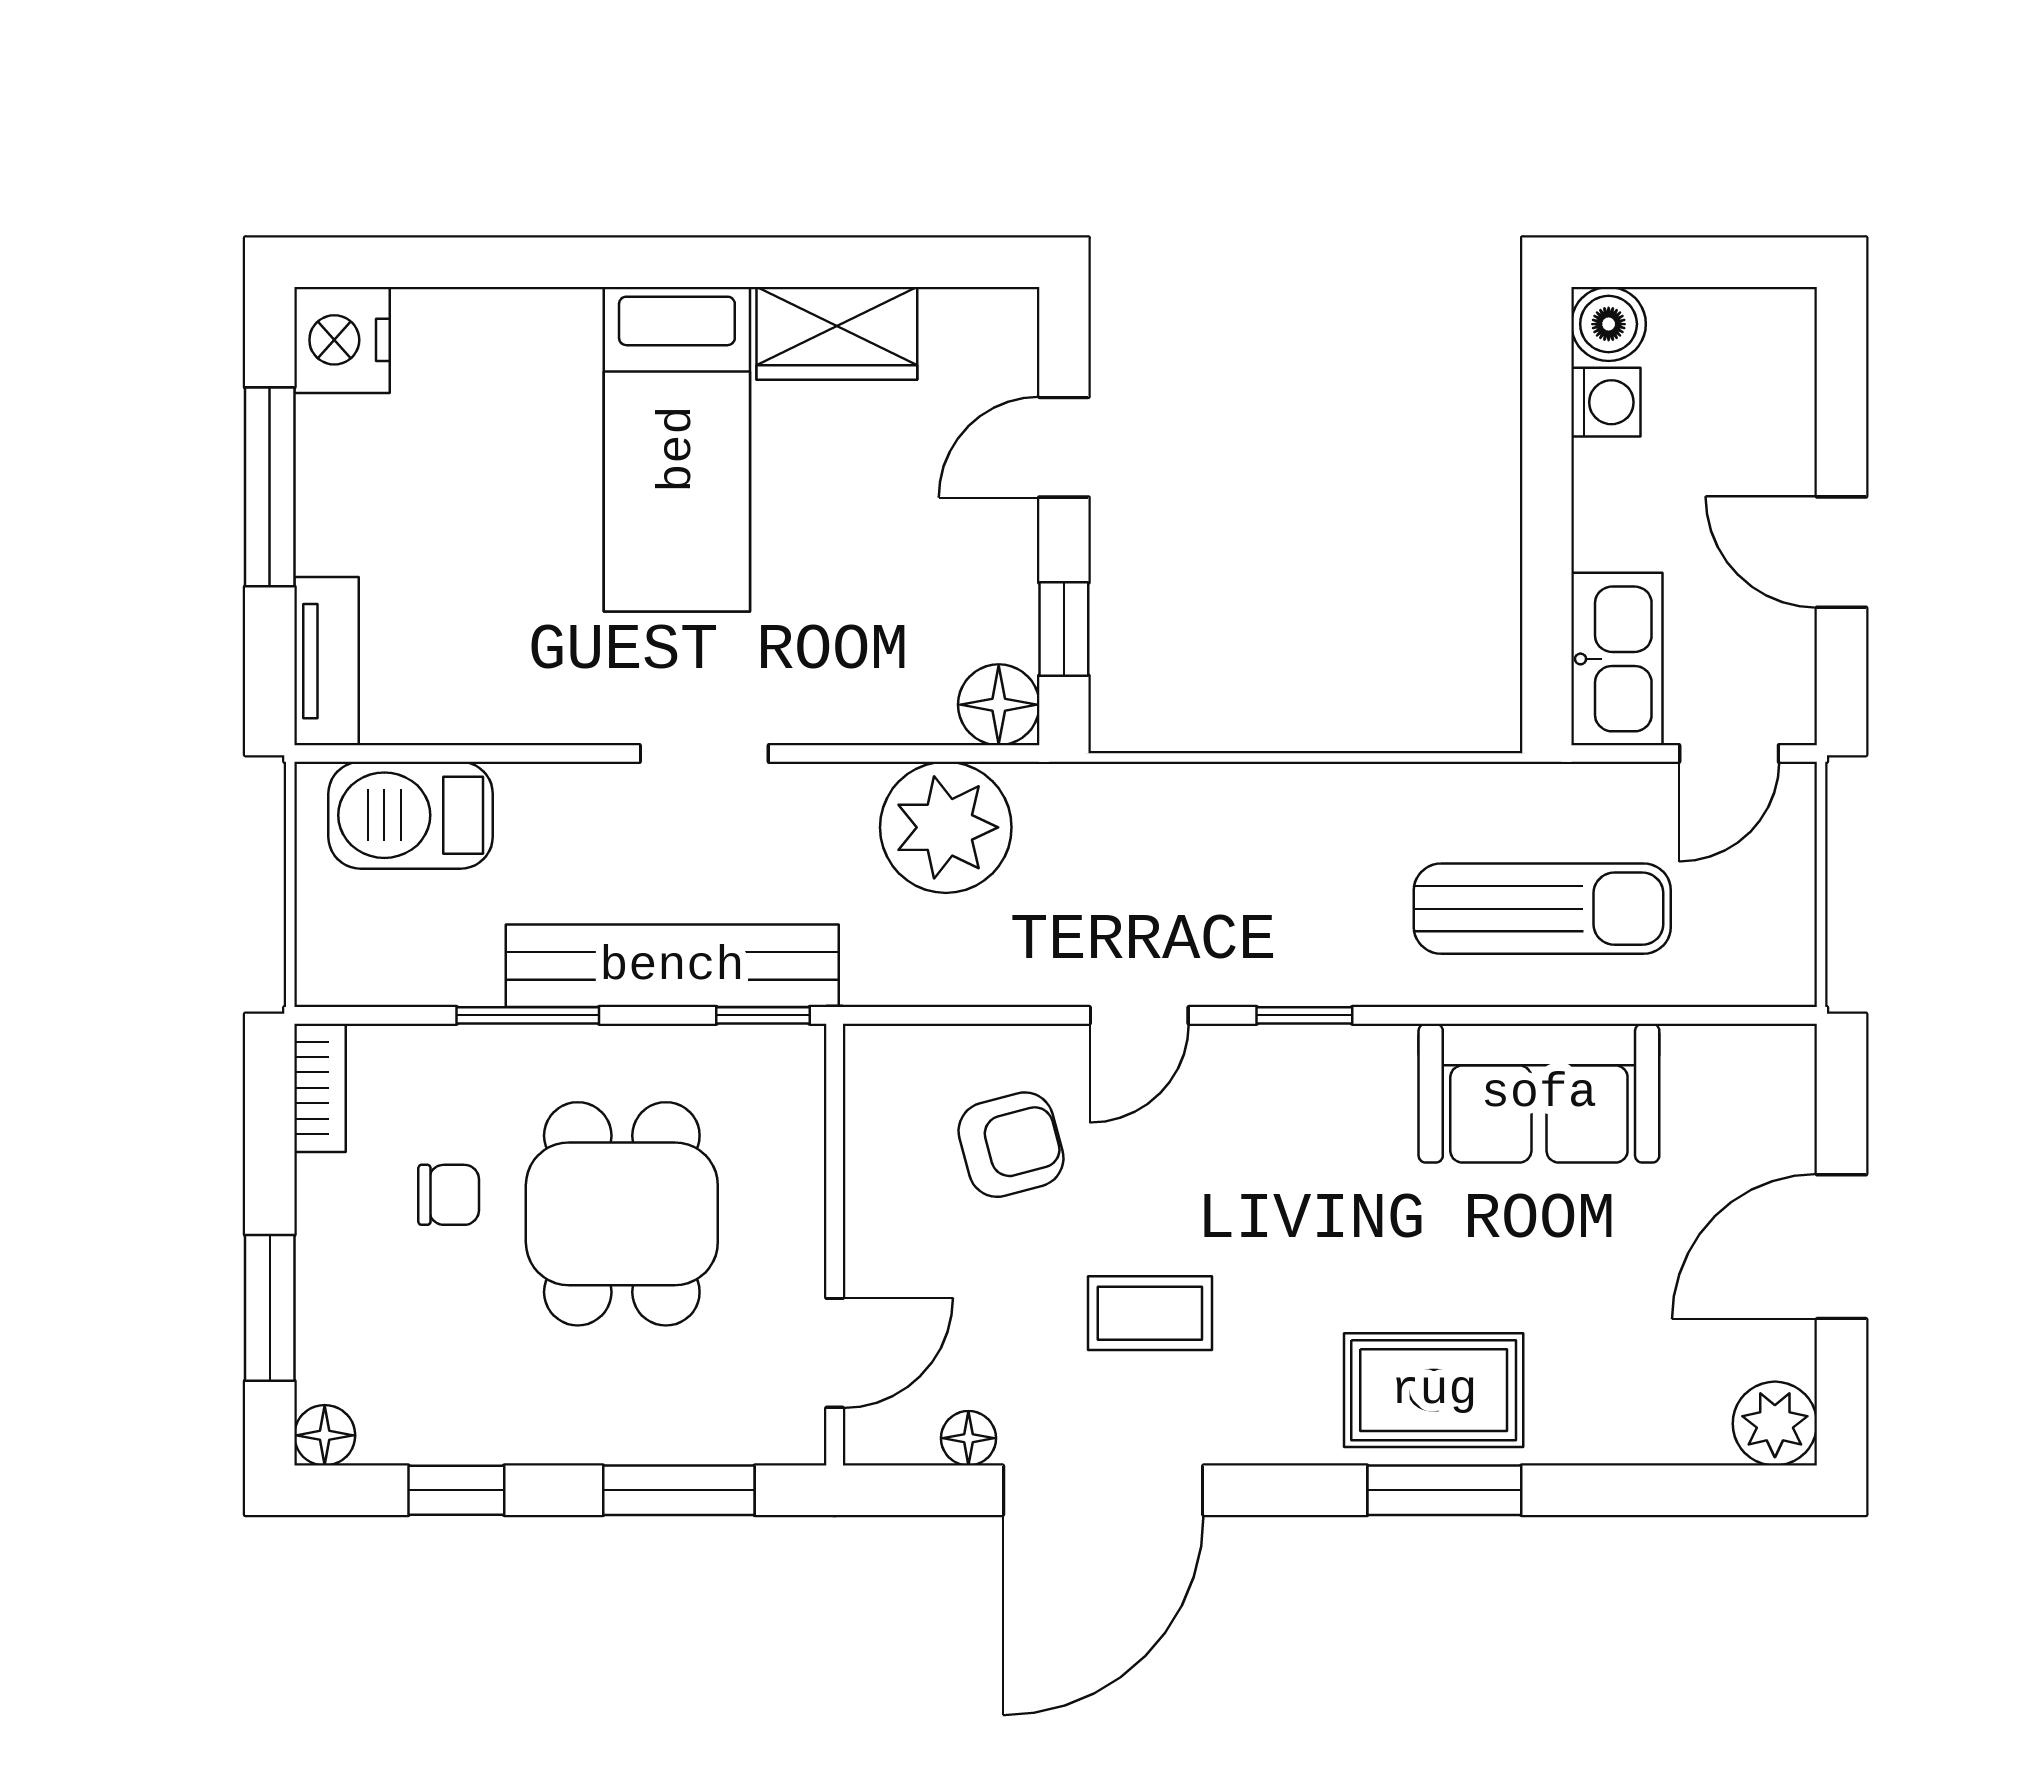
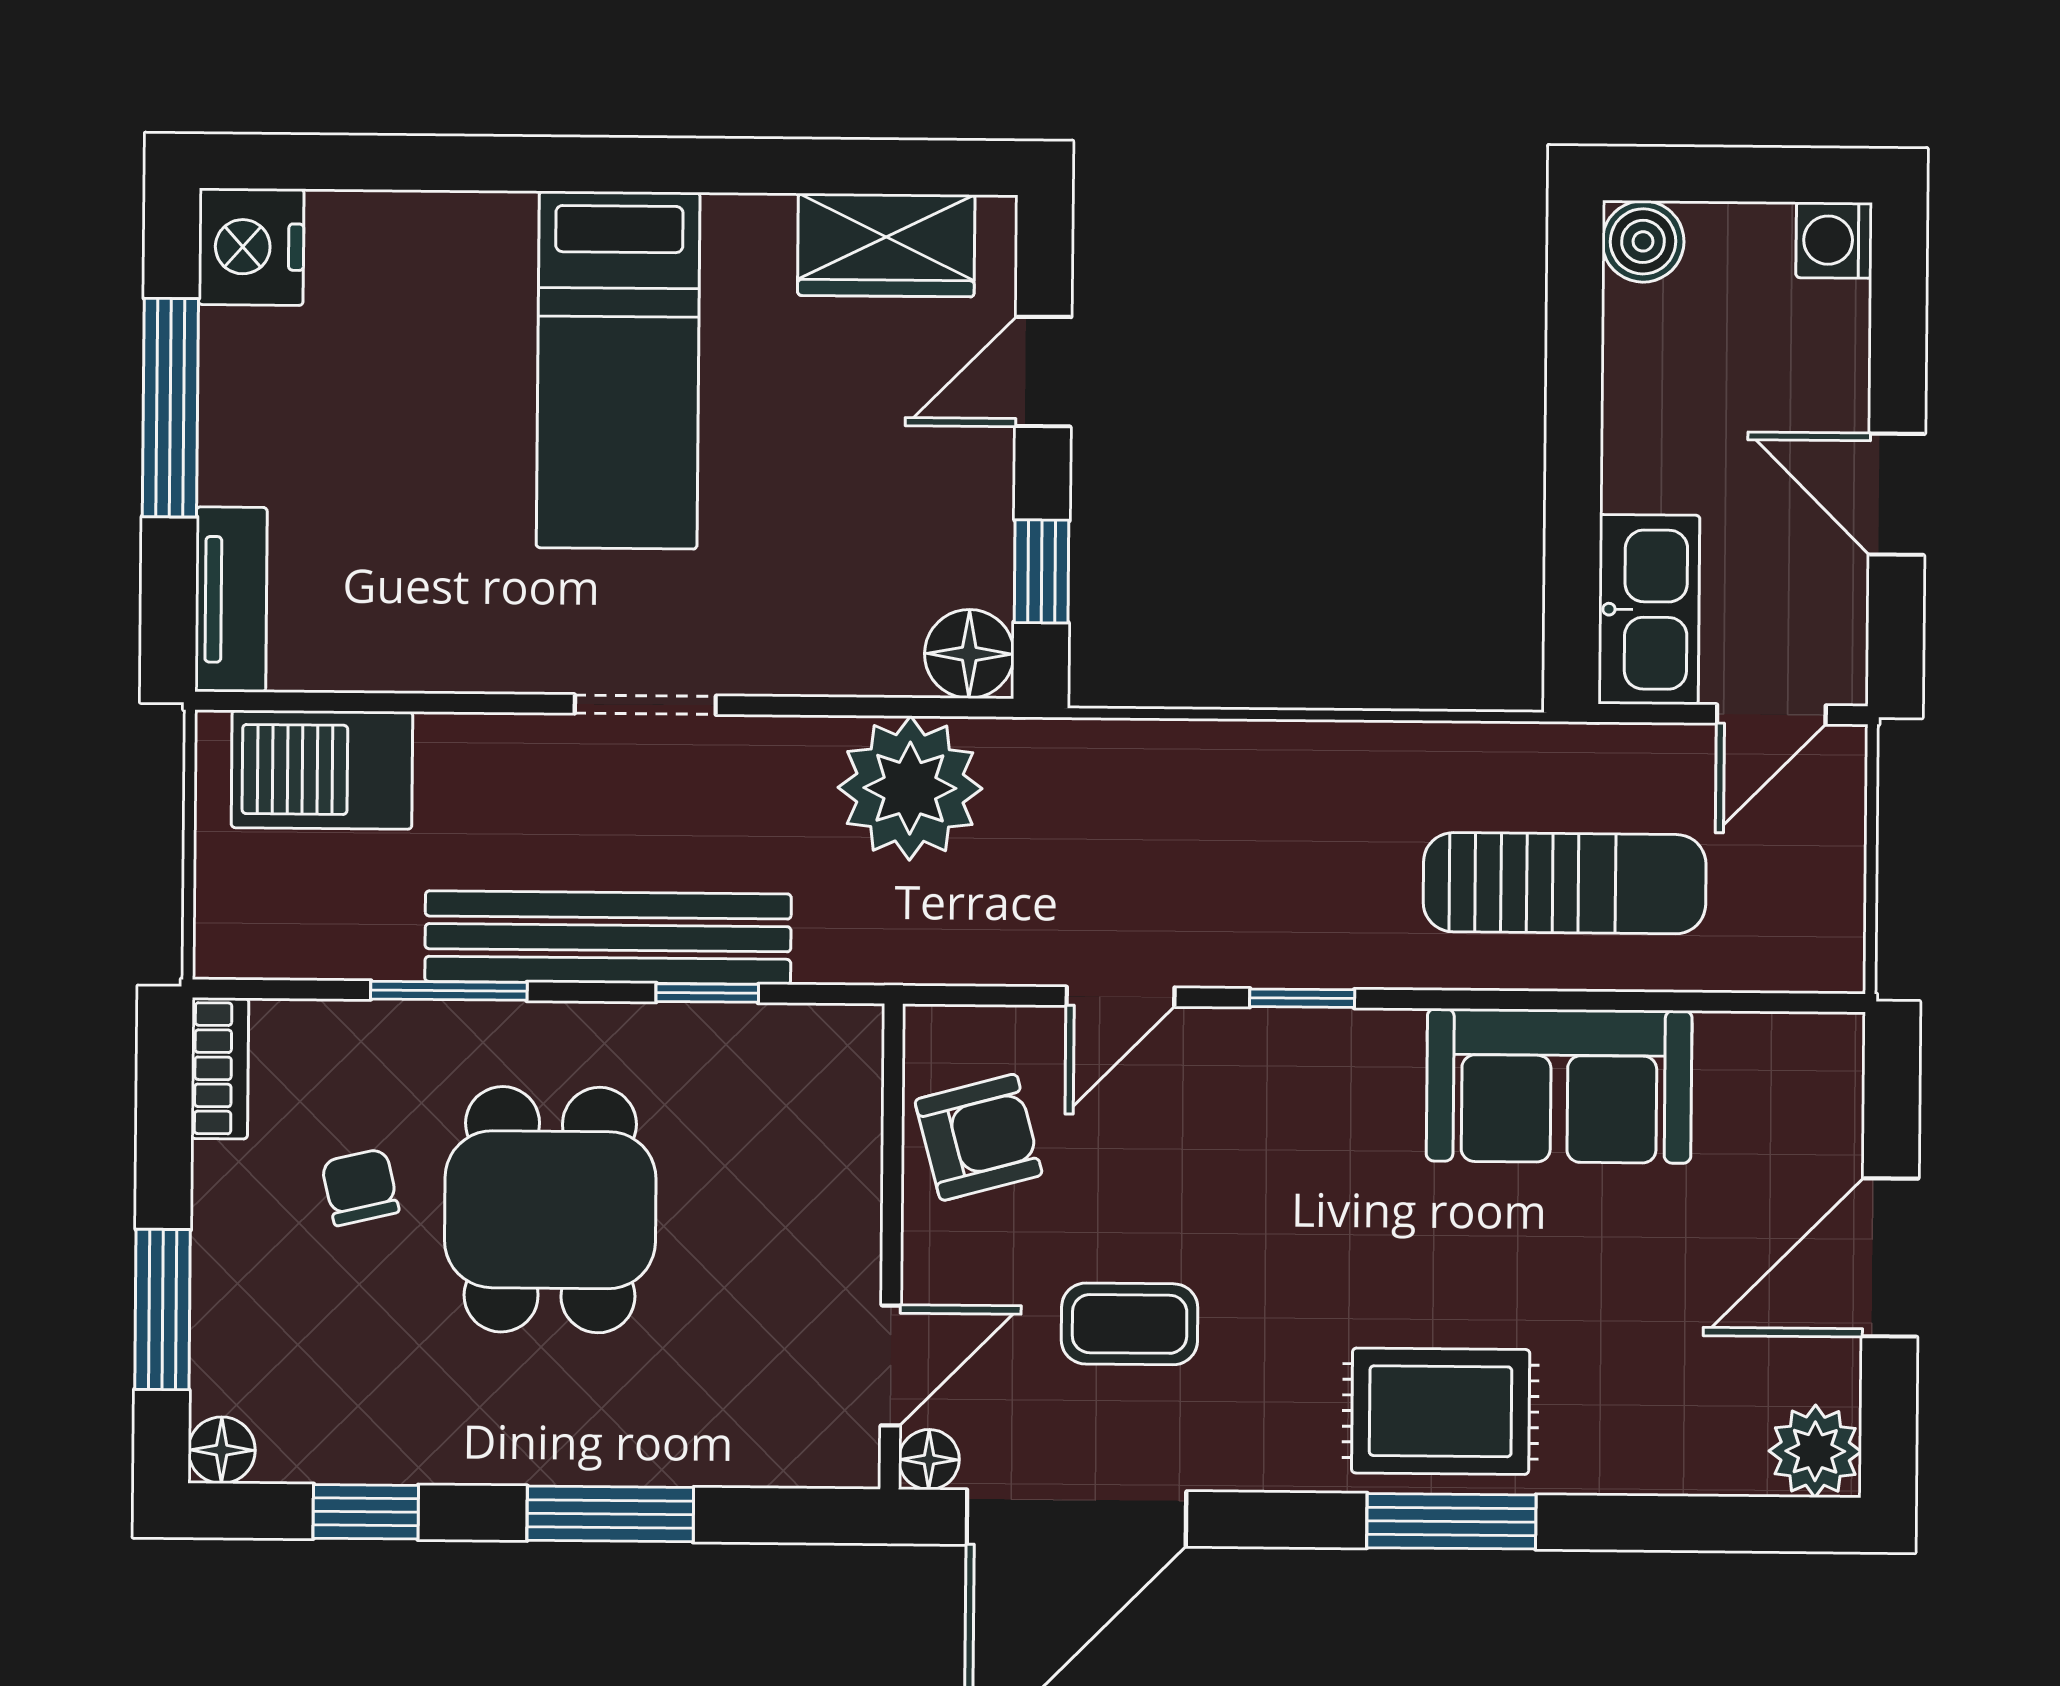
wardrobe: (837, 333) -> (886, 245), moved
washing machine: (1606, 402) -> (1834, 240), moved, turned 180
chair: (449, 1195) -> (360, 1187), turned -103
wall: (835, 1245) -> (892, 1247), moved
door: (835, 1353) -> (891, 1365), moved

